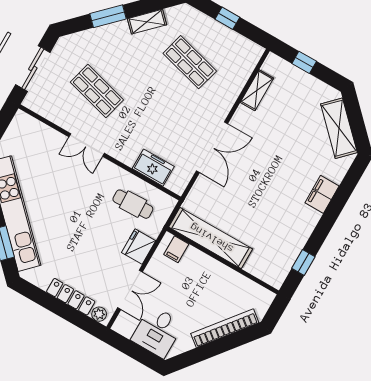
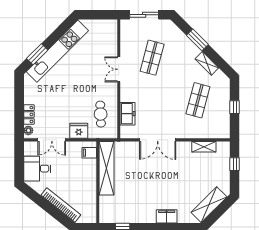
locker: (71, 297) -> (29, 115), width x0.66

